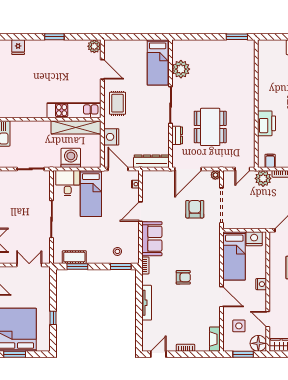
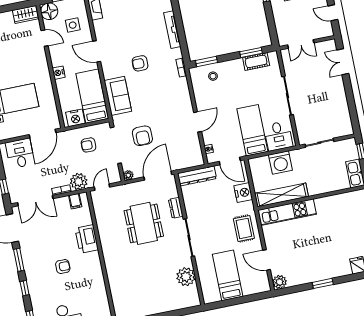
bed: (158, 62) -> (228, 275), moved
armchair: (247, 211) -> (88, 145), added
sofa: (152, 239) -> (118, 96), moved, turned 180

